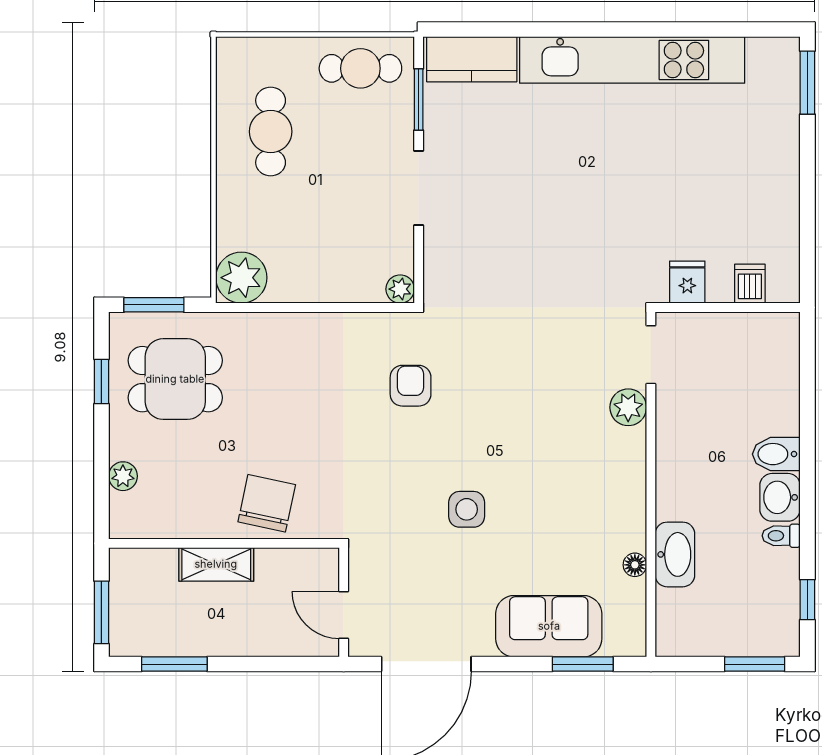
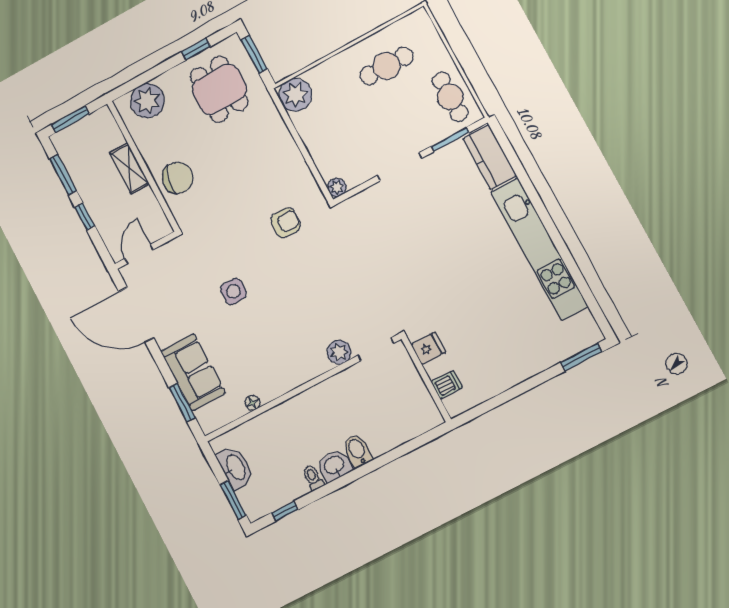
plant: (123, 476) -> (147, 101), width x1.87, depth x1.87
washbasin: (675, 554) -> (235, 468), moved, turned -90
window: (250, 664) -> (85, 217), added

